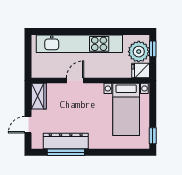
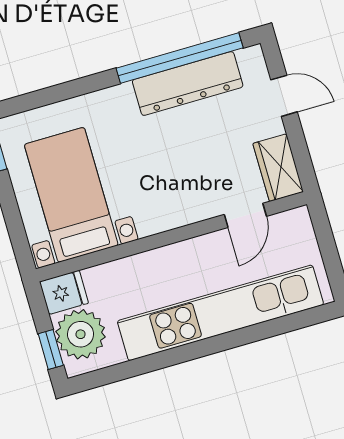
door: (75, 81) -> (245, 215), moved
door: (28, 125) -> (284, 96), hinge flipped
window: (66, 152) -> (180, 58), width x1.46

